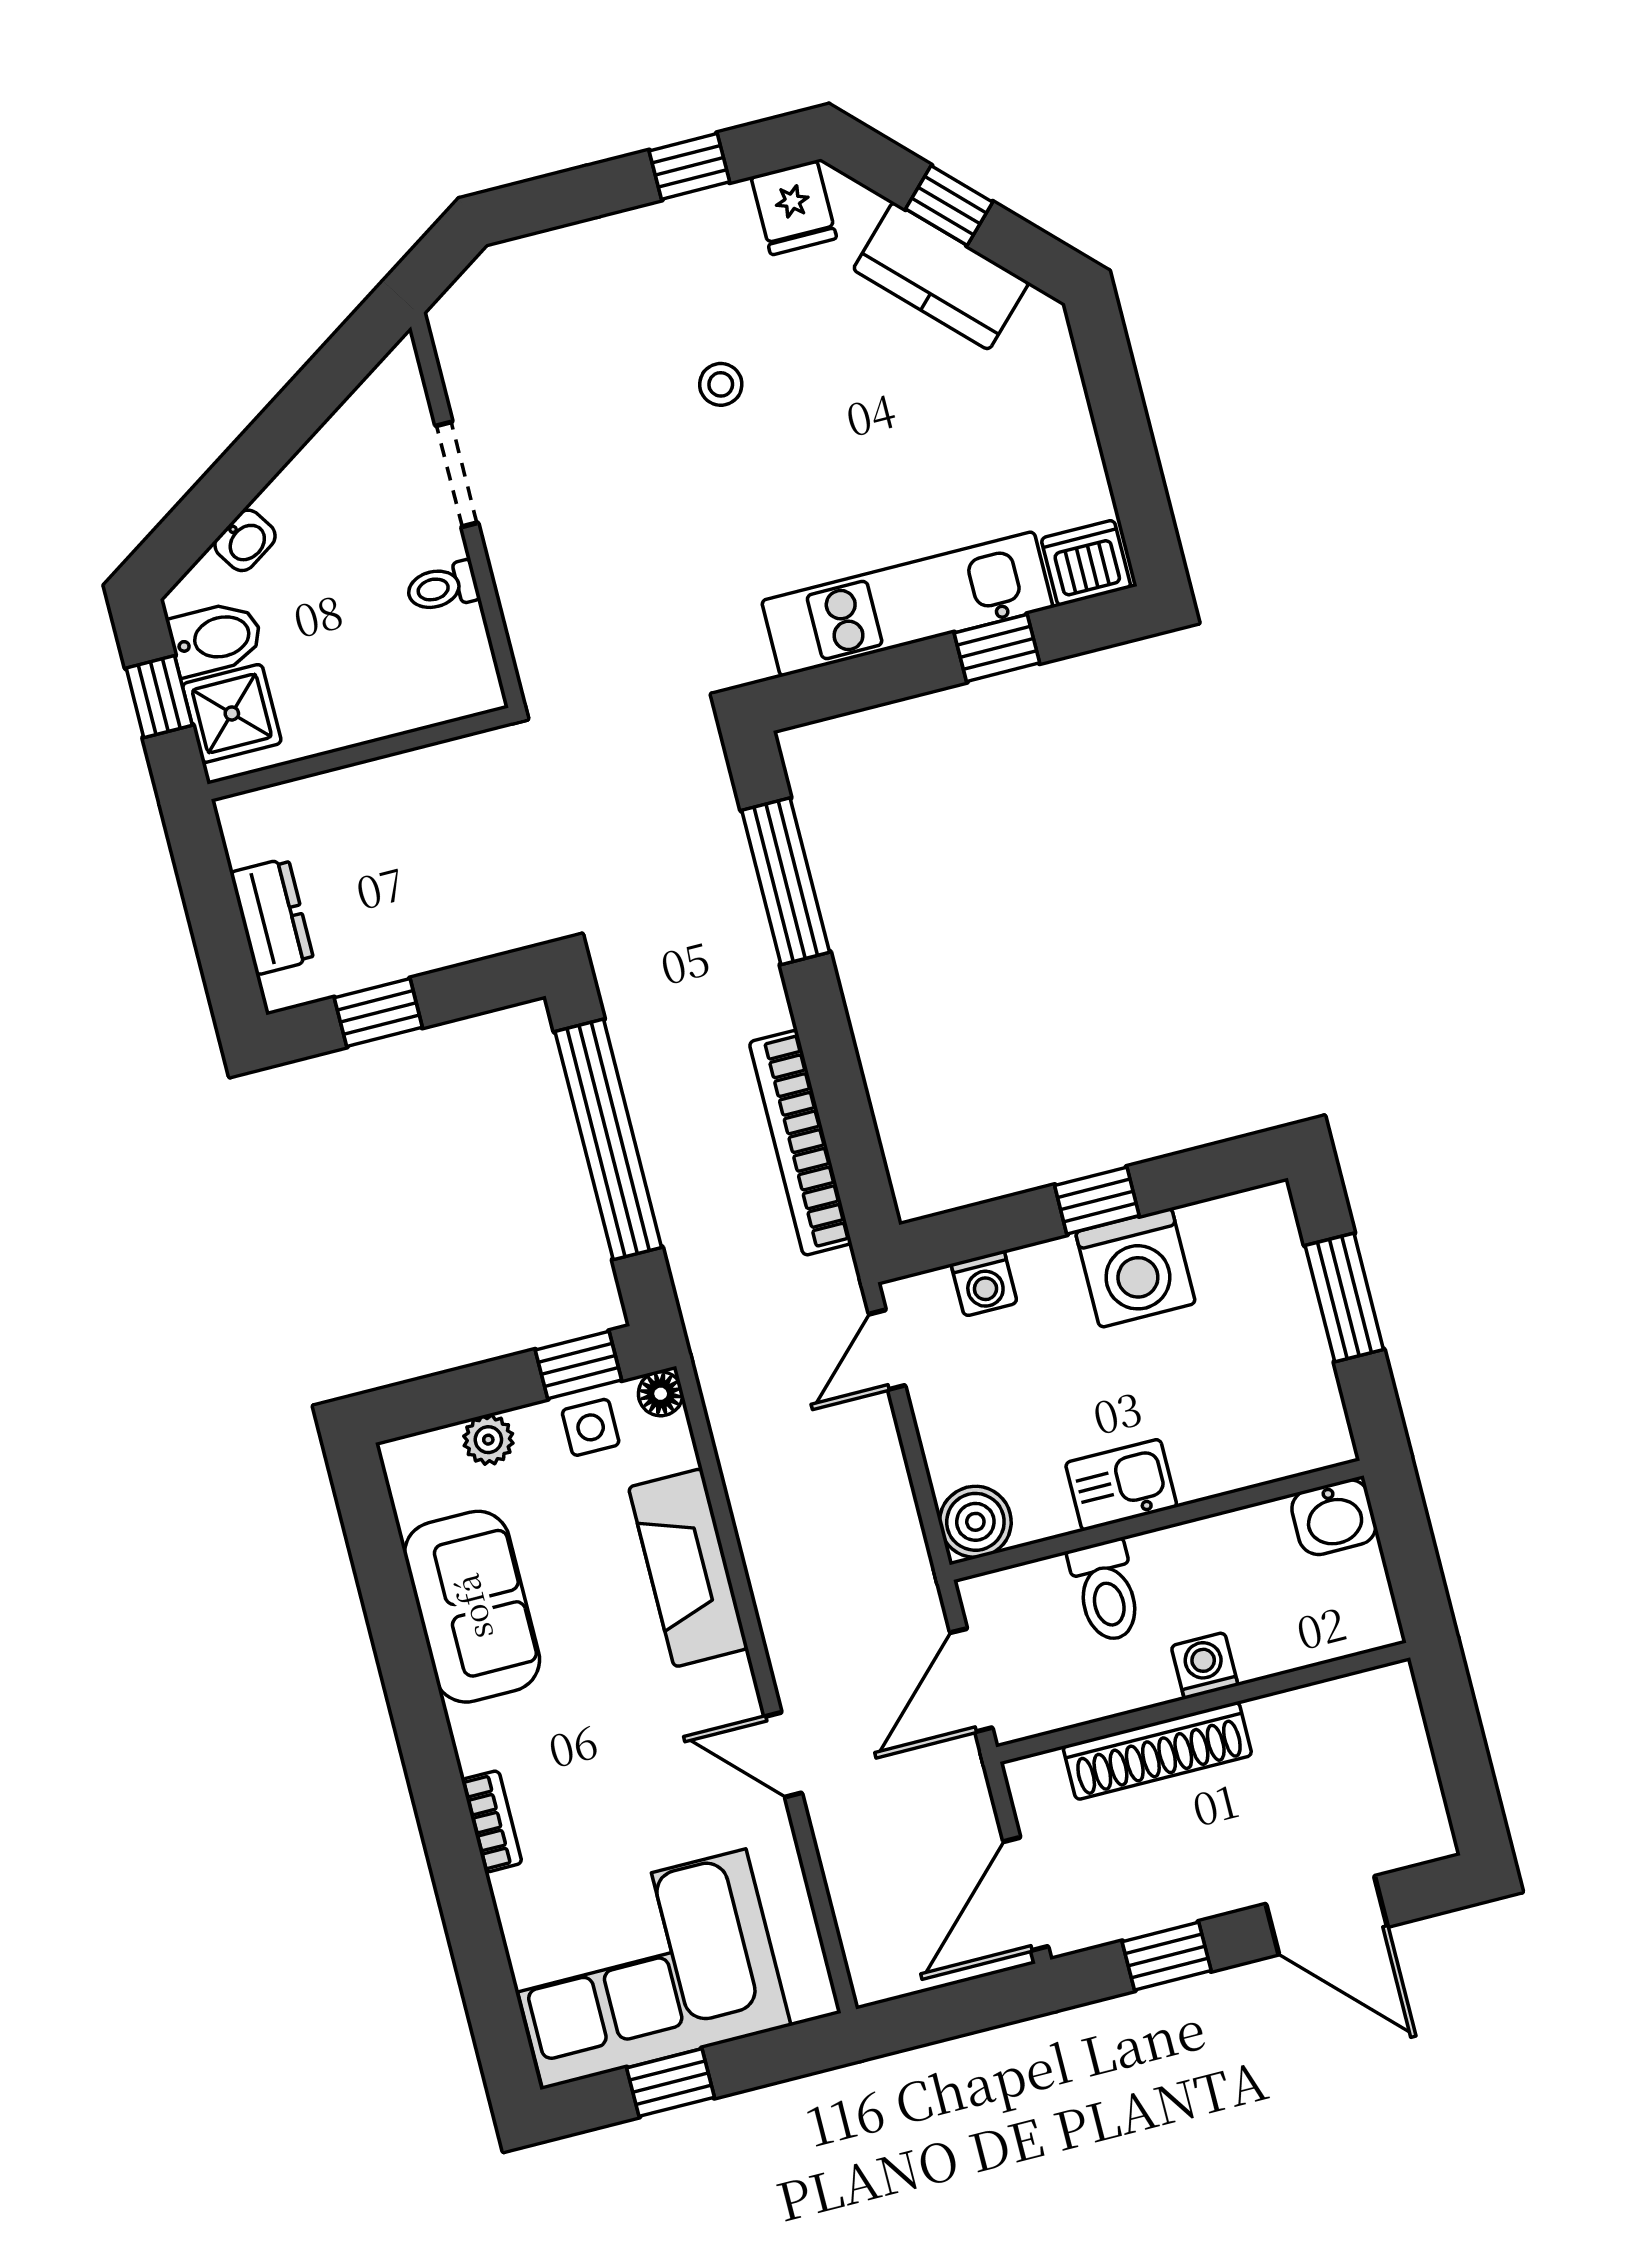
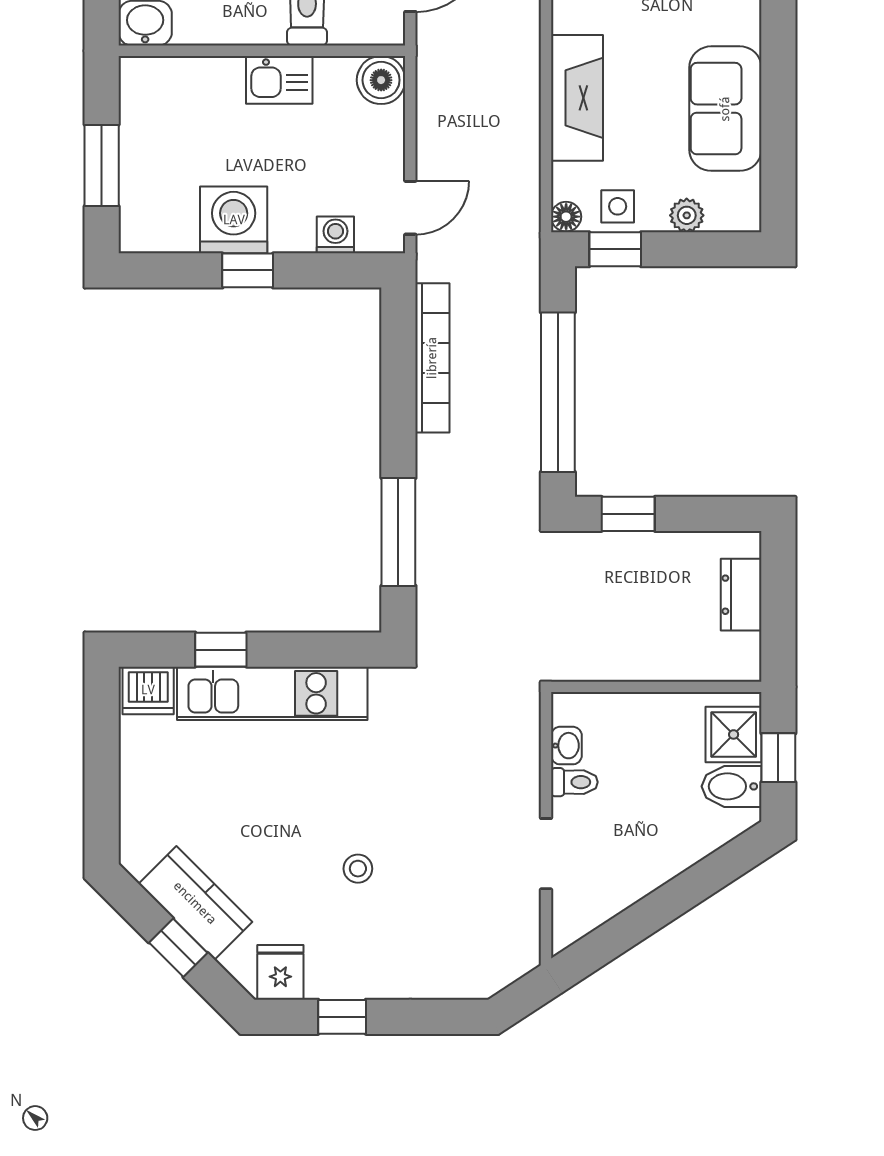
washbasin: (245, 540) -> (566, 746), moved, turned 123
window: (378, 1013) -> (628, 514), moved

